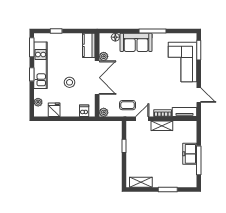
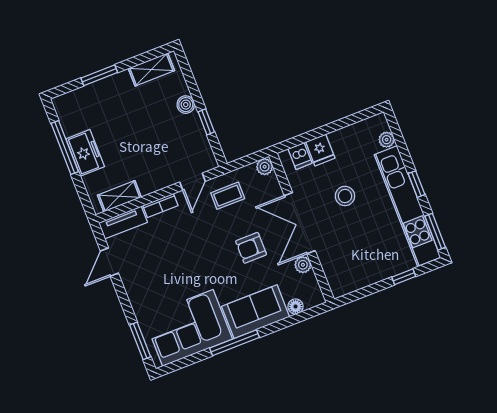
kitchen counter: (89, 45) -> (336, 274), removed
corner sofa: (183, 62) -> (188, 328), moved, turned -90
kitchen unit: (41, 65) -> (407, 206), width x1.36
armchair: (126, 75) -> (251, 248), added
door: (199, 95) -> (109, 262), hinge flipped
fridge: (54, 110) -> (320, 150), moved
shelving: (162, 126) -> (119, 196), moved
boiler: (131, 158) -> (186, 105), added

